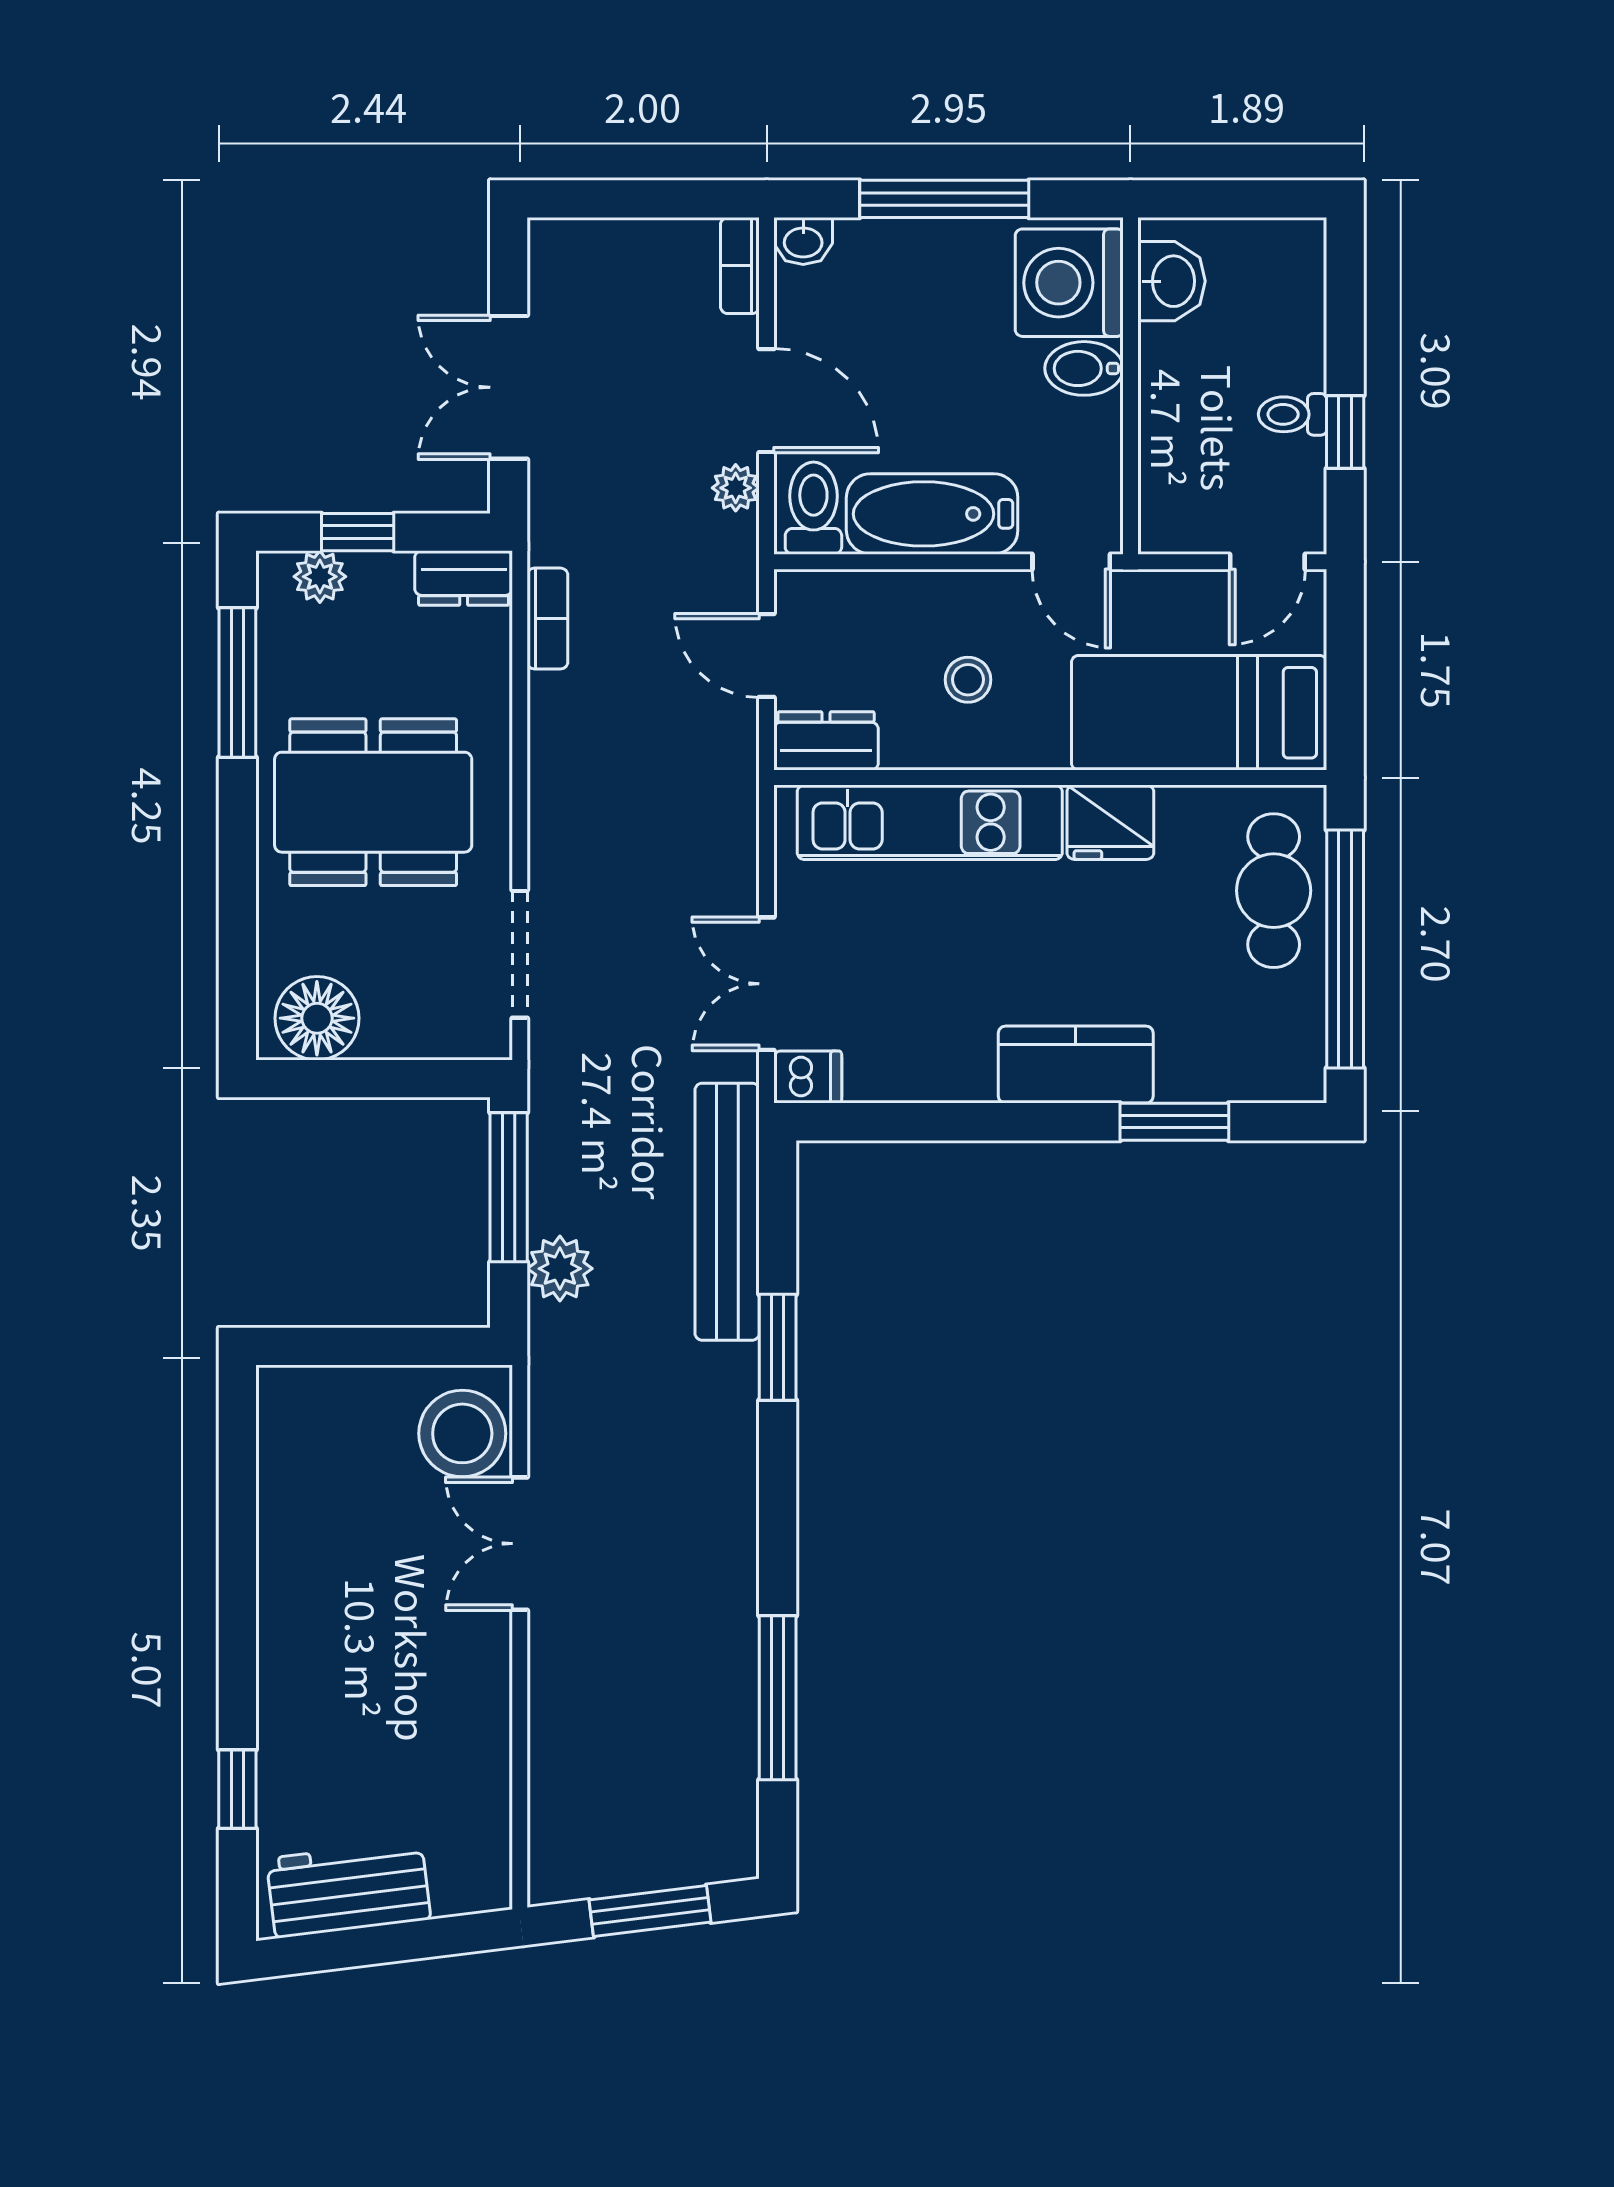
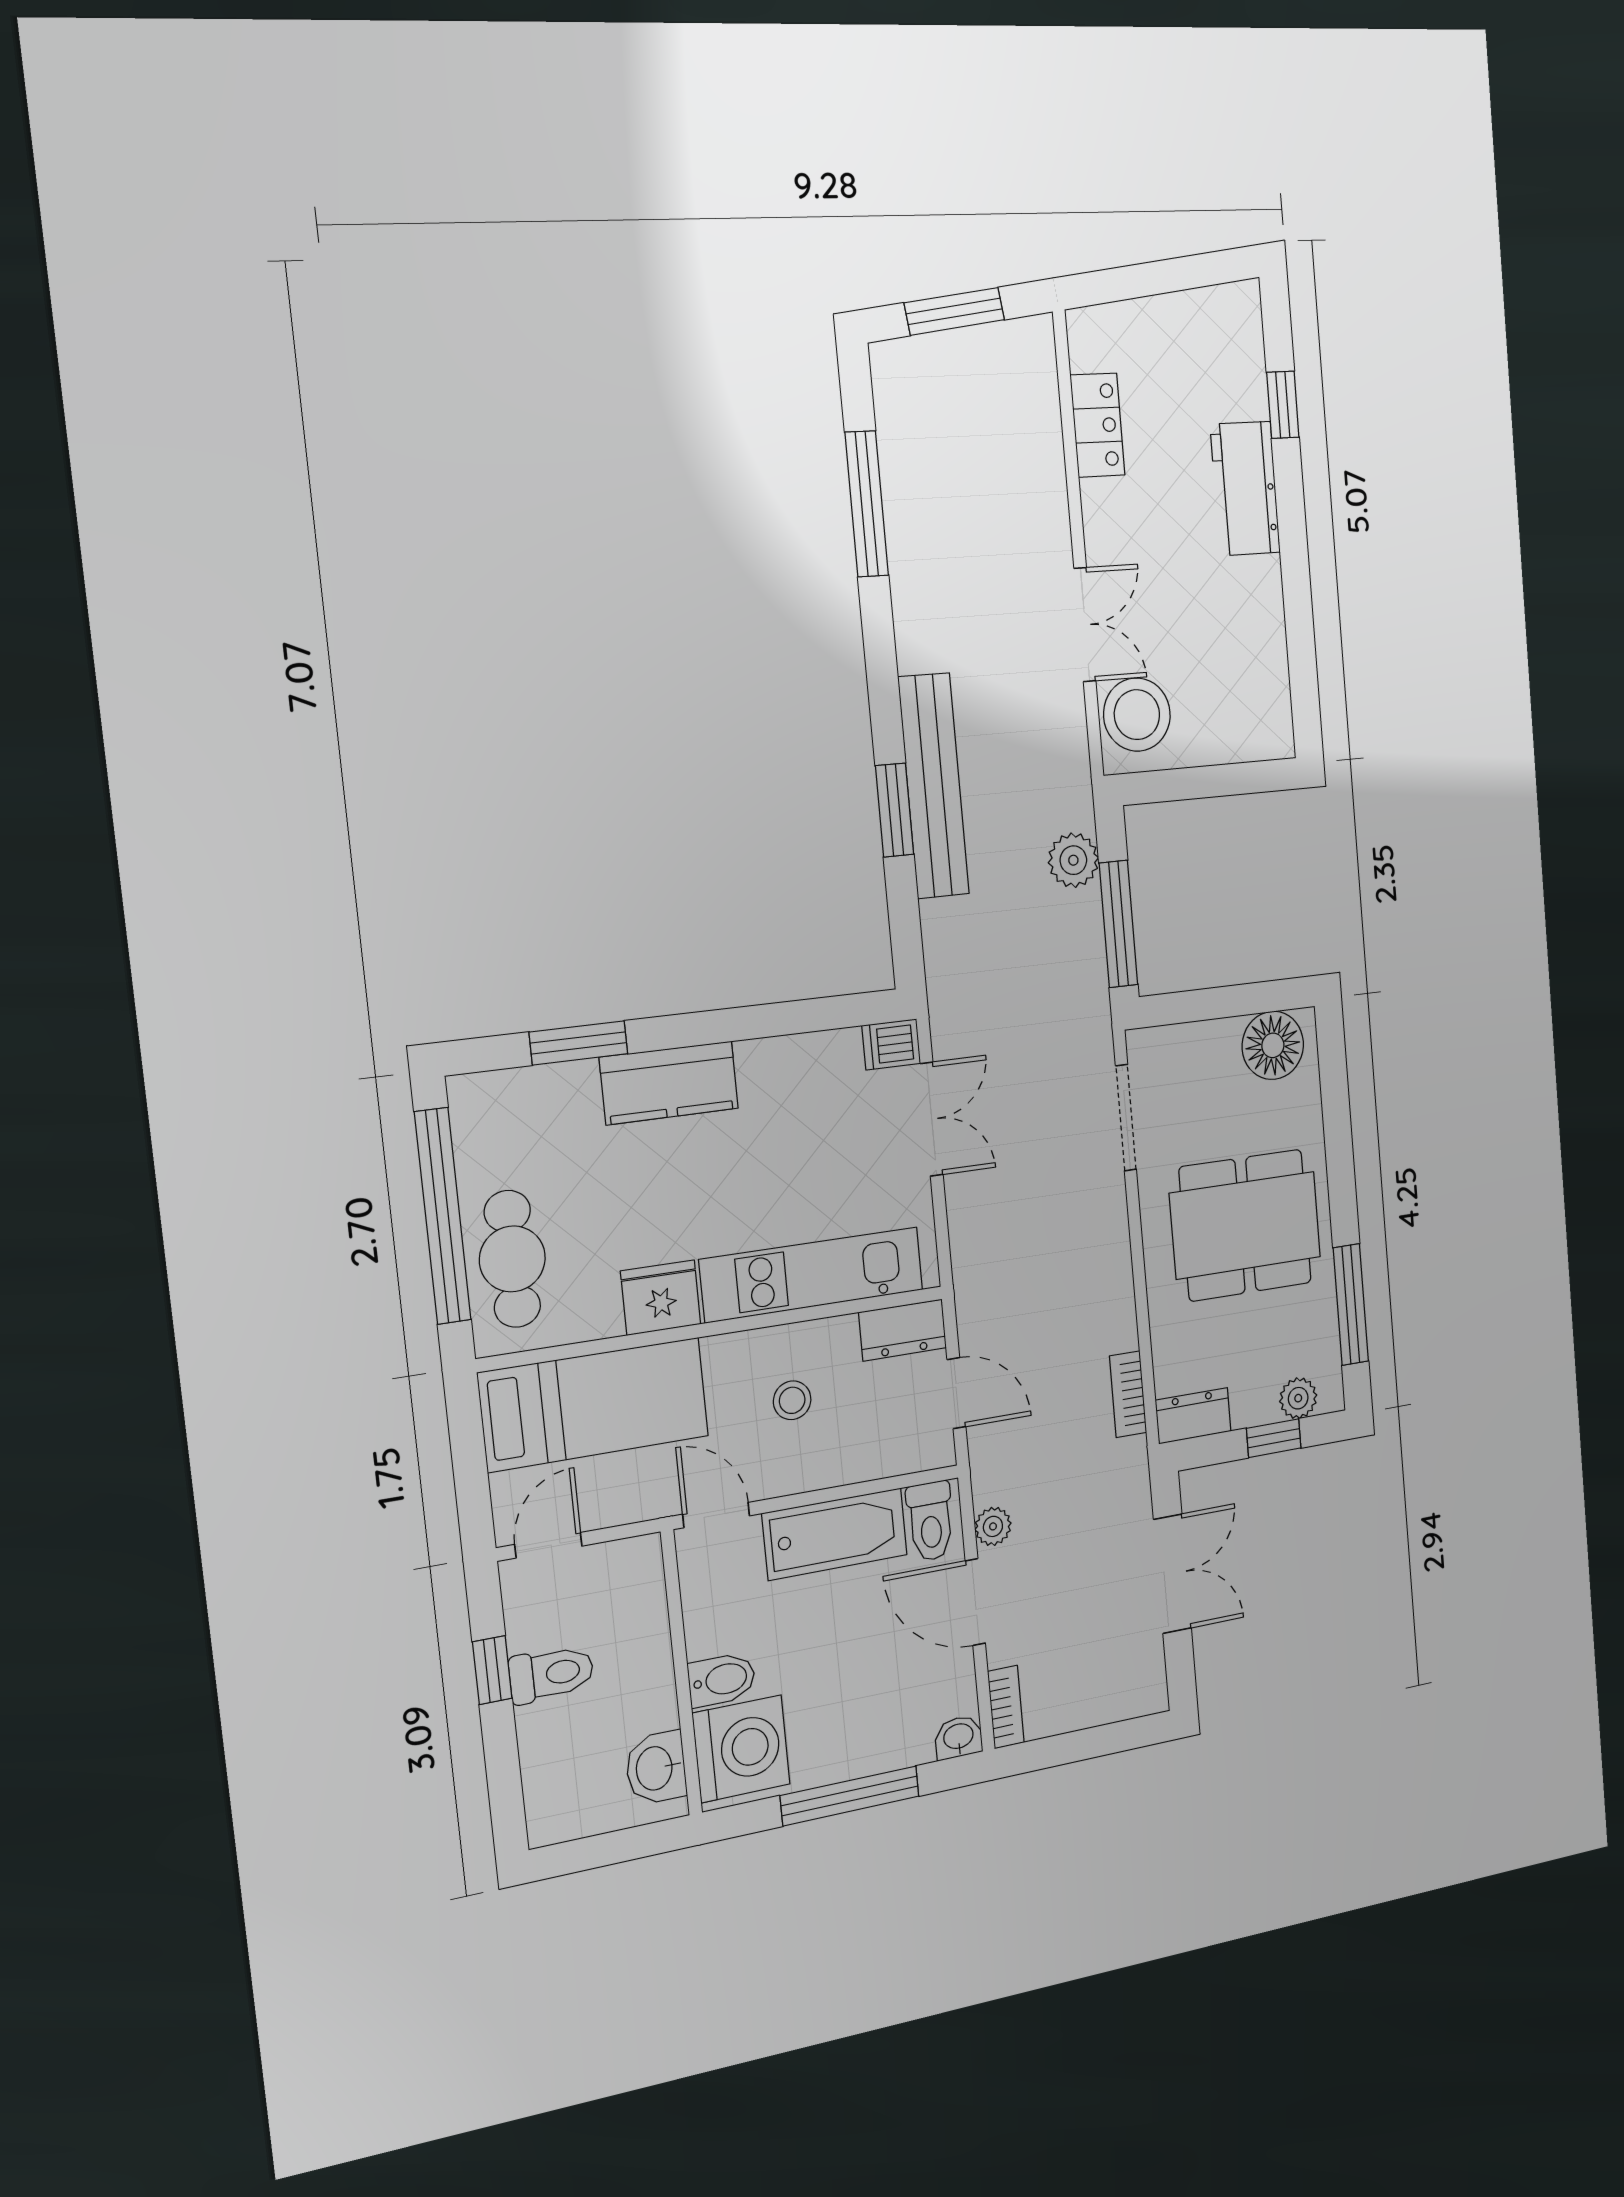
toilet: (1293, 414) -> (551, 1674), width x1.37, depth x1.39
bench: (727, 1212) -> (934, 786), moved
locker: (482, 1775) -> (1098, 425), added
workbench: (349, 1889) -> (1245, 488), moved, turned 97

